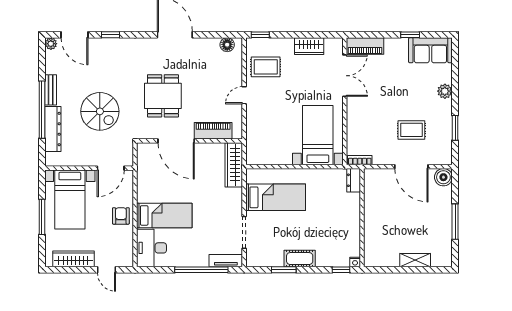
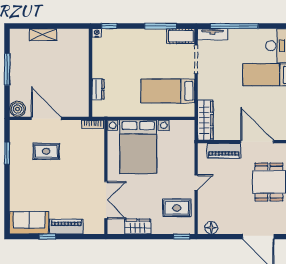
piano: (365, 46) -> (66, 227), moved
double door: (345, 76) -> (106, 200), swing flipped
plant: (445, 91) -> (16, 186), removed
bed with nightstands: (318, 135) -> (138, 147), width x1.36
dresser: (354, 180) -> (98, 89), moved
cot: (300, 259) -> (181, 36), moved
window: (284, 270) -> (161, 26), width x1.44

